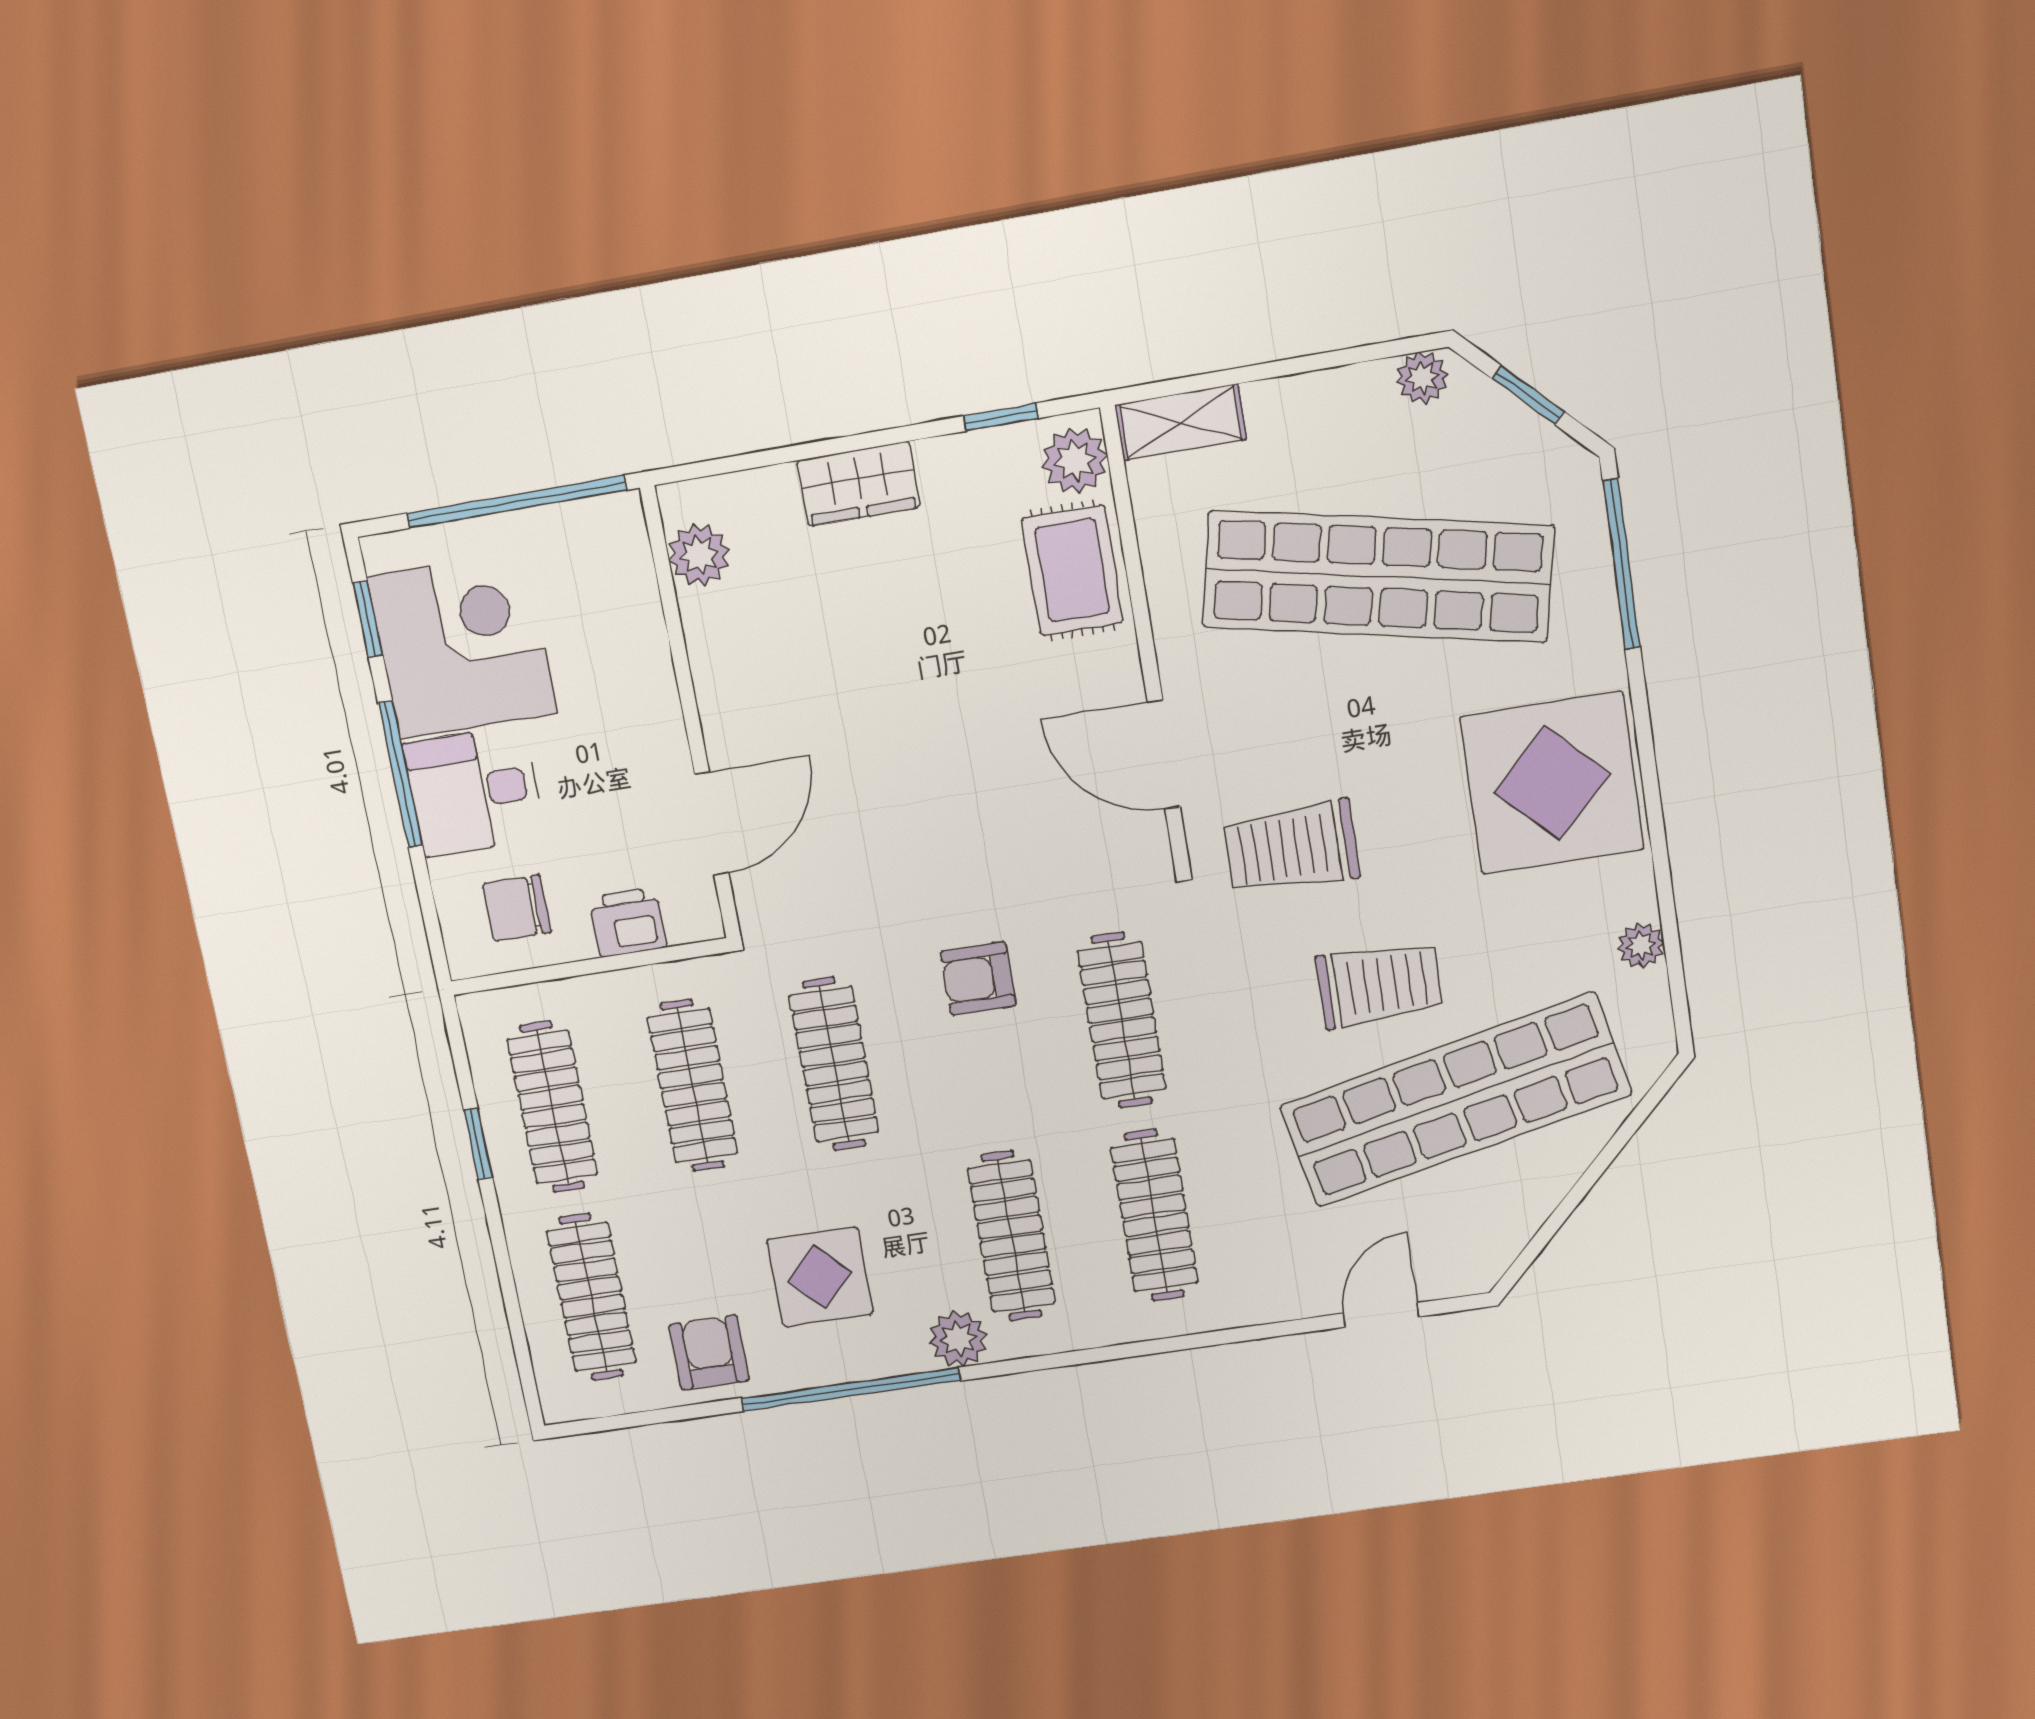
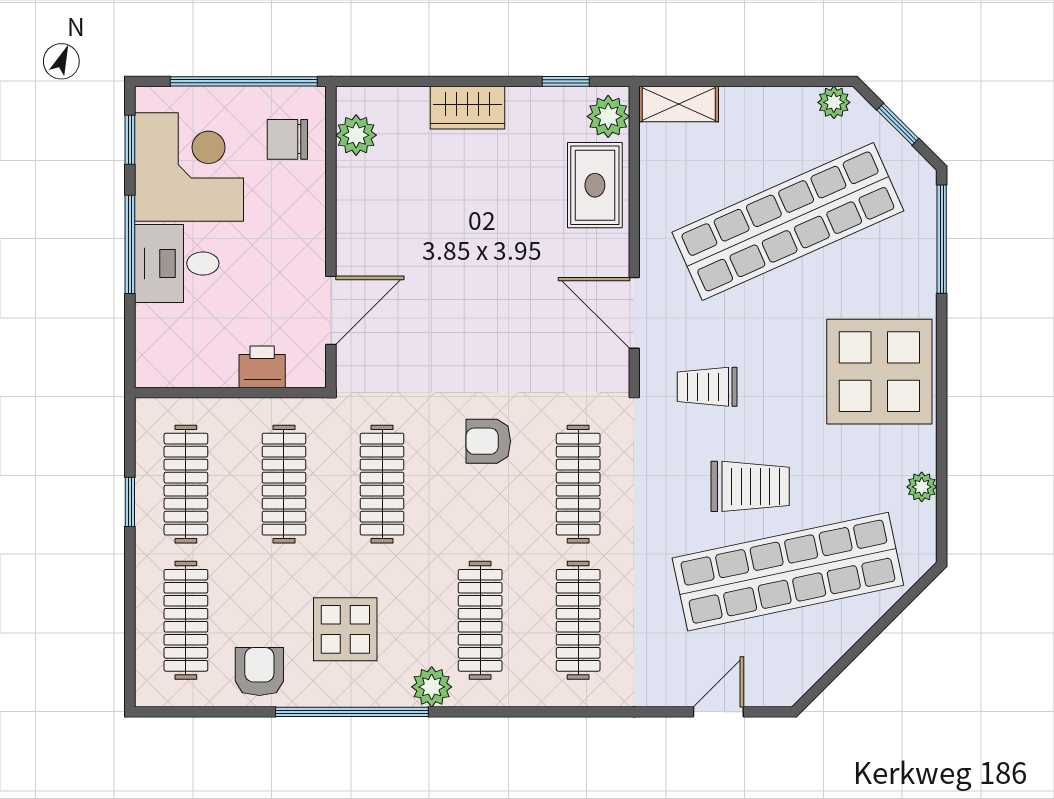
shop shelf: (1378, 576) -> (788, 221), turned -36
trolley: (1292, 847) -> (707, 387), width x0.73, depth x0.72
chair: (517, 908) -> (287, 139), moved

